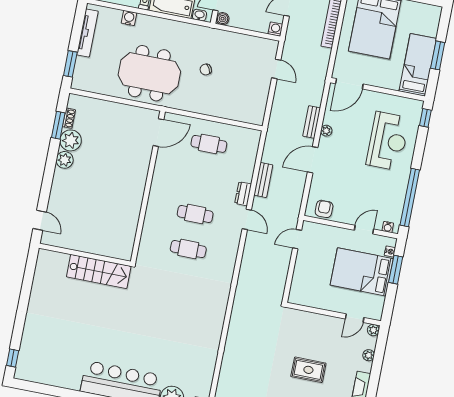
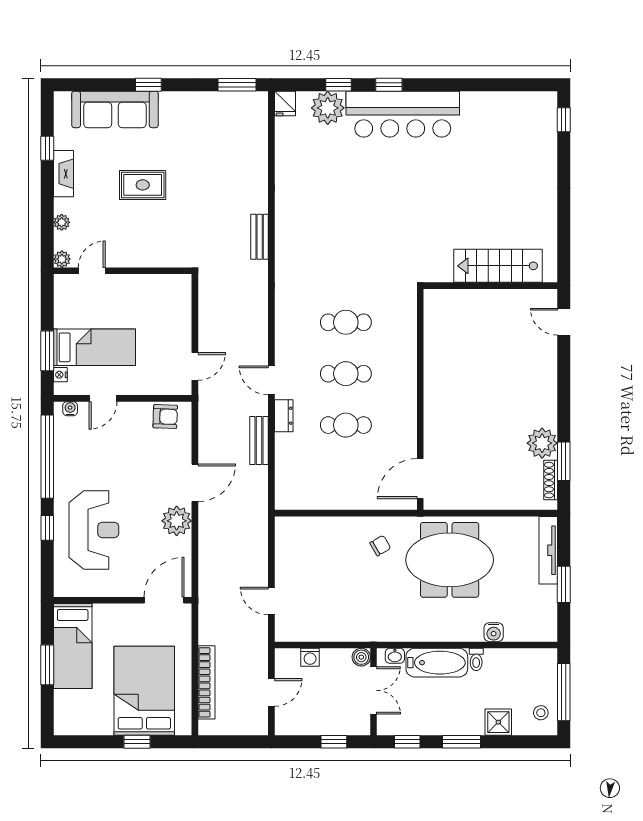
washing machine: (275, 29) -> (310, 657), moved
tv unit: (87, 33) -> (548, 550), moved
window: (70, 64) -> (564, 584), moved
chair: (206, 70) -> (380, 546), moved
shoe rack: (69, 118) -> (551, 480), width x1.43
window: (425, 118) -> (47, 528), moved
bench: (312, 122) -> (260, 237), moved
plant: (326, 131) -> (177, 521), width x1.88, depth x1.88
reception desk: (388, 141) -> (94, 530), turned 180
cafe table: (209, 144) -> (346, 425), moved
plant: (65, 160) -> (545, 414), removed
armchair: (324, 209) -> (165, 417), turned -88
stairs: (99, 271) -> (498, 266), moved
bed: (362, 272) -> (94, 347), width x0.67

